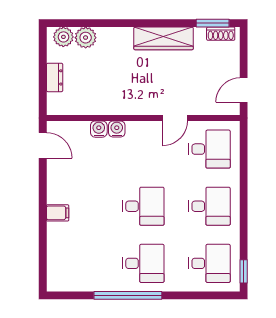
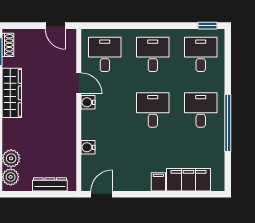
dresser: (55, 77) -> (50, 184), width x1.44
water cooler: (117, 129) -> (88, 102), moved
filing cabinet: (60, 249) -> (188, 180), added

